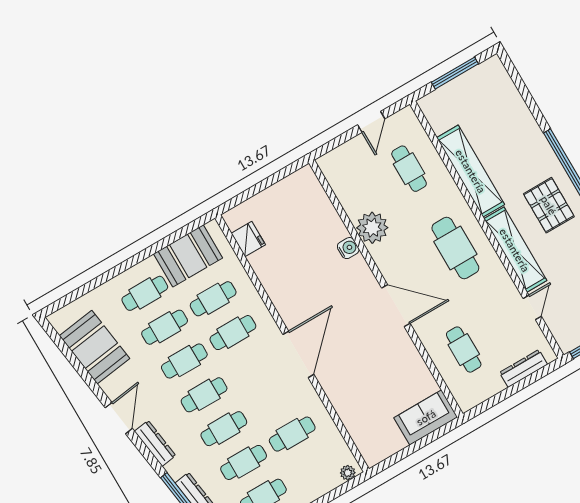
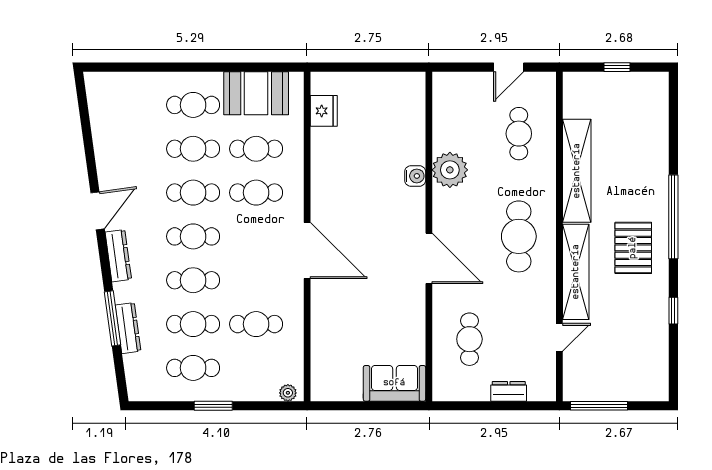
window: (455, 73) -> (617, 67), width x0.46
booth: (94, 347) -> (114, 128), removed
door: (298, 354) -> (307, 250), hinge flipped
dresser: (523, 369) -> (509, 391), width x0.70

